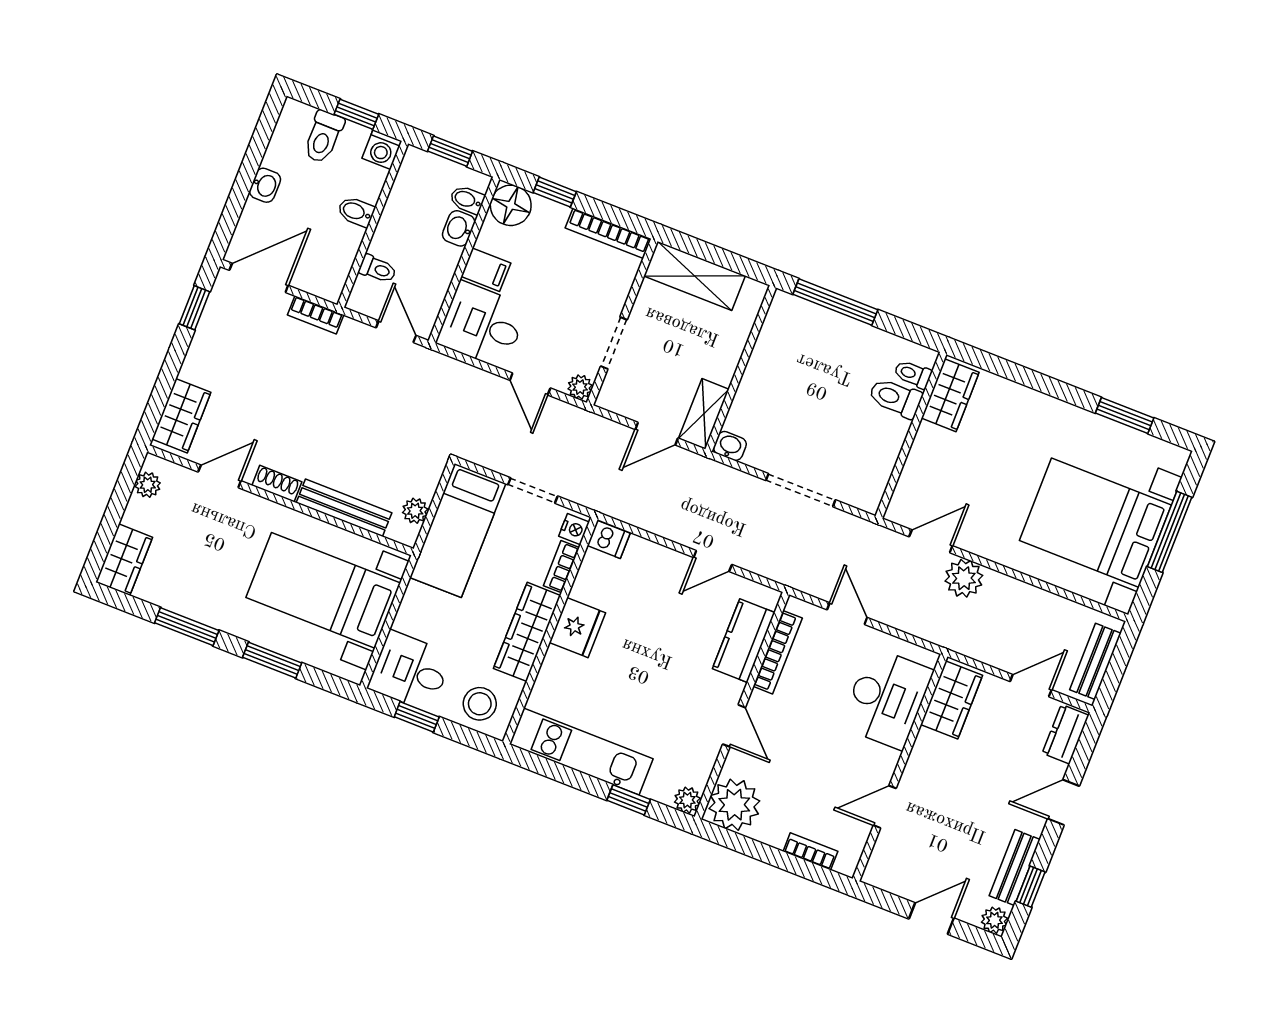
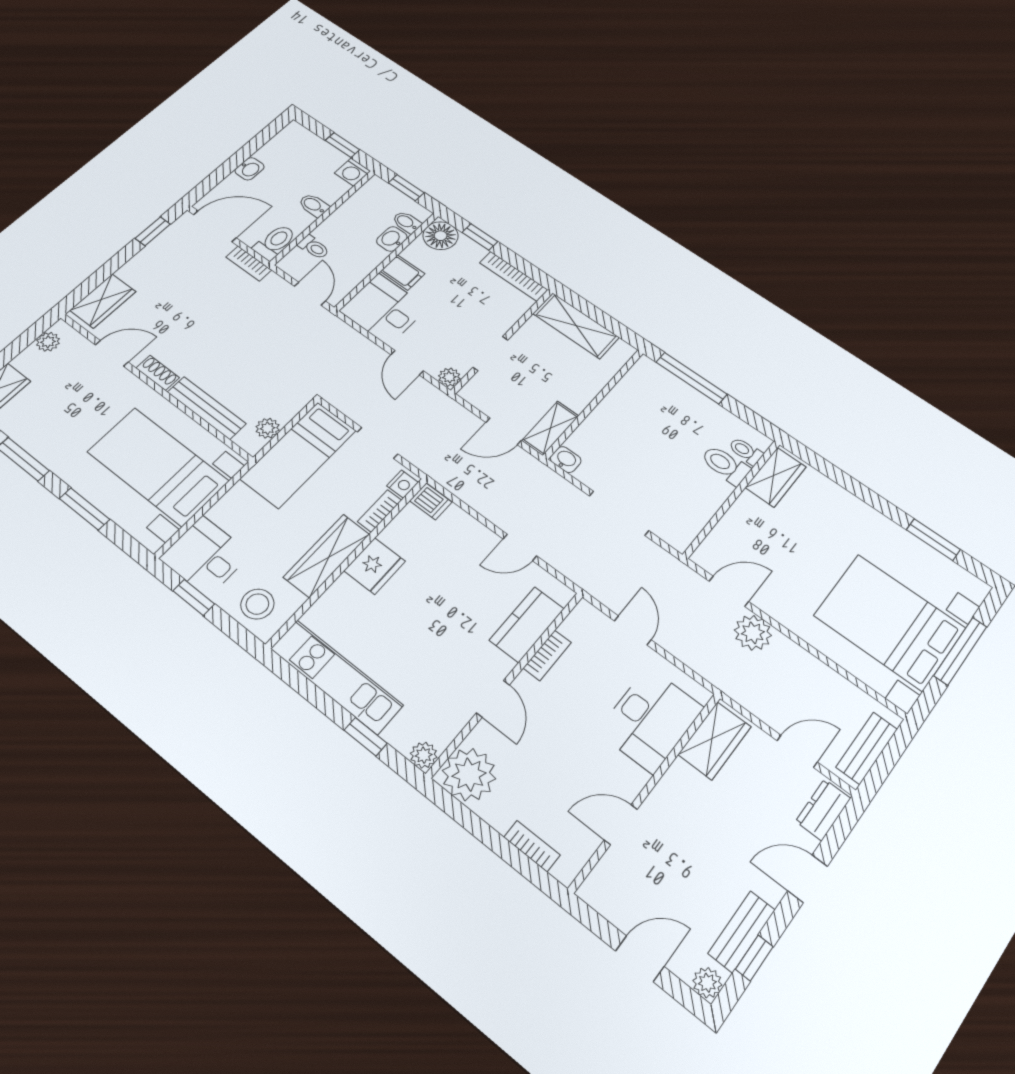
toilet: (323, 137) -> (275, 242), moved, turned 180
bookcase: (778, 652) -> (547, 655), width x0.64

